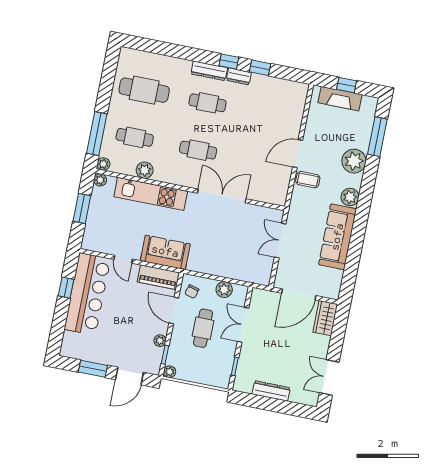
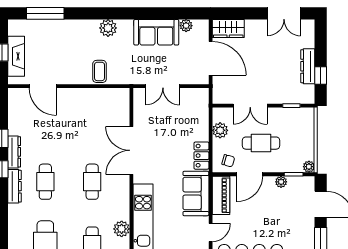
dresser: (239, 76) -> (14, 152), width x1.44
door: (298, 154) -> (43, 86), moved
plant: (354, 161) -> (186, 26), moved, width x0.53, depth x0.53
sofa: (338, 237) -> (156, 32), width x0.73
locker: (202, 266) -> (201, 156), added
window: (259, 402) -> (321, 76), added

